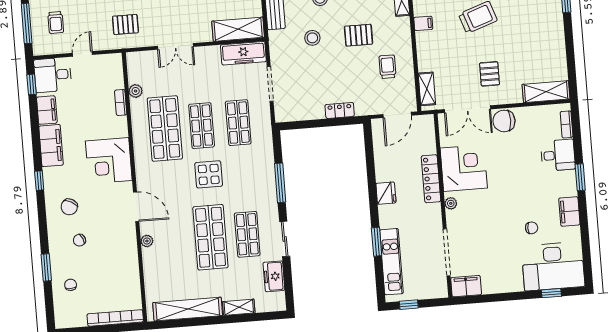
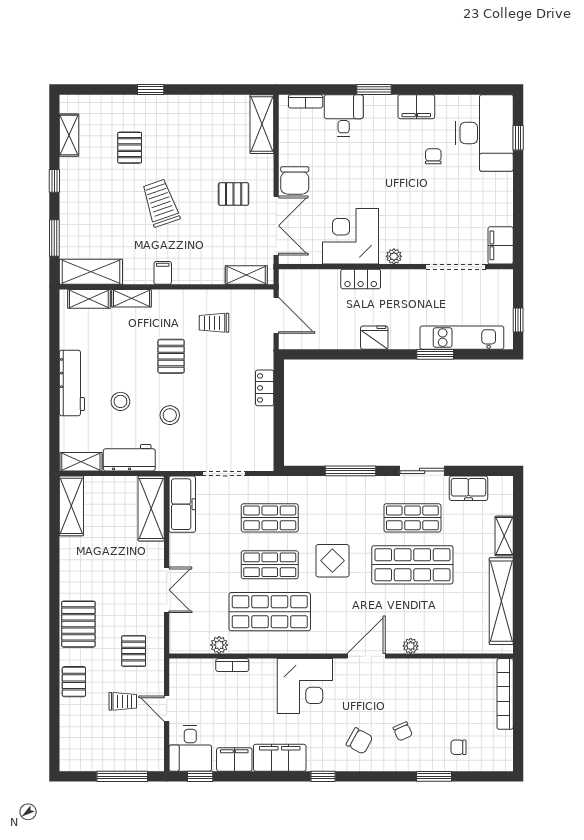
trolley: (56, 22) -> (123, 701), moved
locker: (431, 179) -> (361, 279), width x0.66

